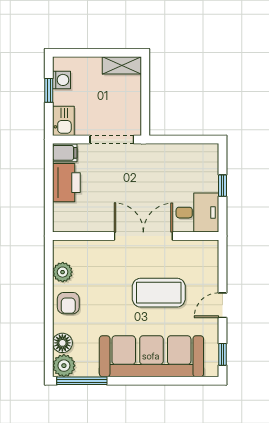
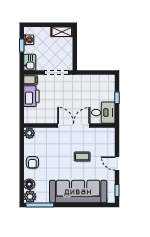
plant: (63, 272) -> (29, 133), moved
coffee table: (159, 293) -> (82, 157), width x0.54, depth x0.58
door: (222, 305) -> (117, 163), hinge flipped

